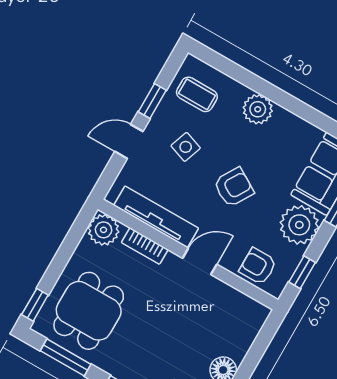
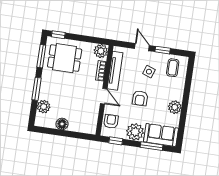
plant: (258, 109) -> (175, 107), moved
armchair: (234, 187) -> (140, 98), turned 59

